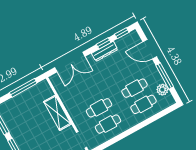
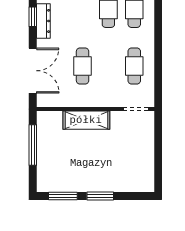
cafe table: (99, 108) -> (83, 66), moved

